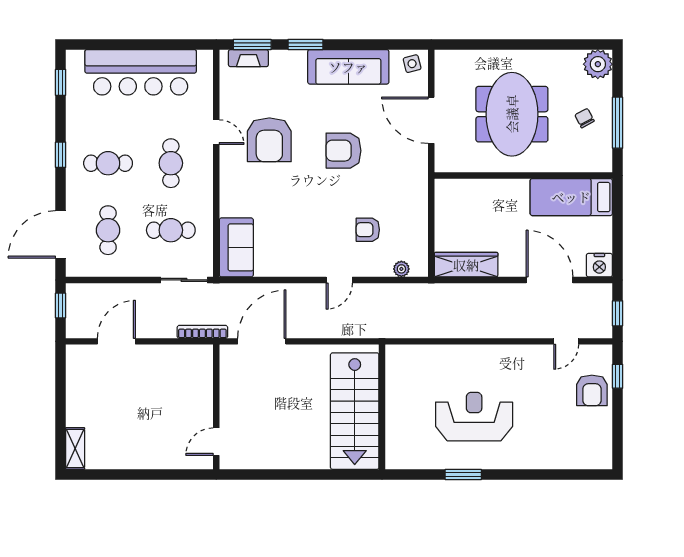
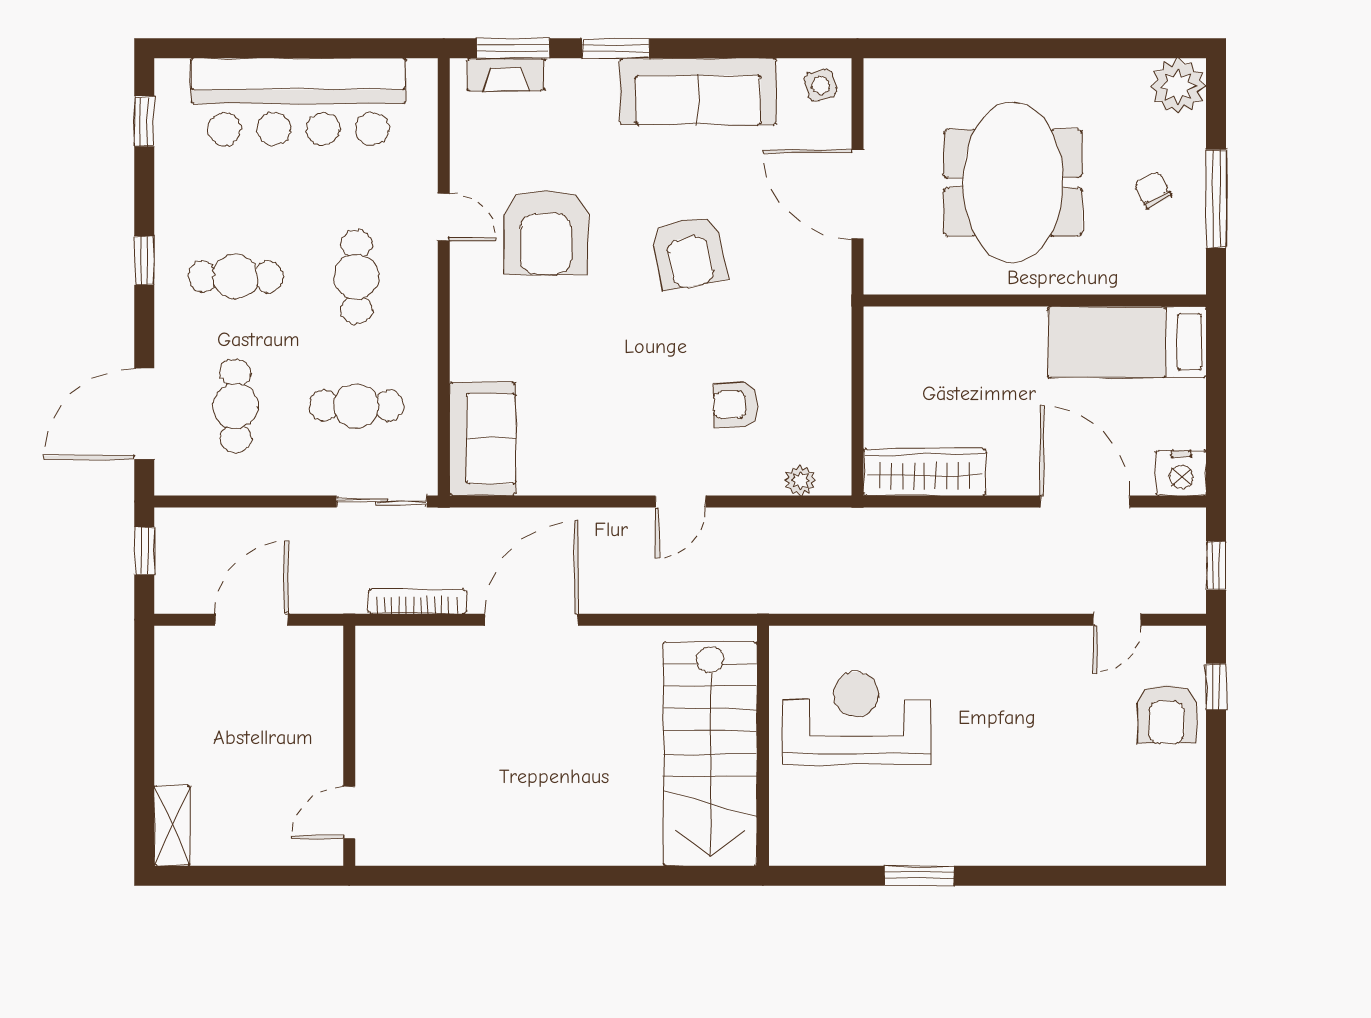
armchair: (343, 151) -> (689, 253), turned -101
wall: (216, 407) -> (349, 746), moved
reception desk: (474, 417) -> (856, 718), moved
door: (216, 442) -> (349, 813), moved

